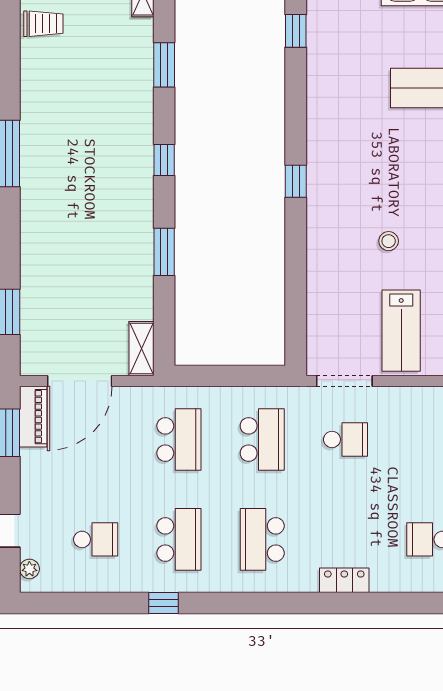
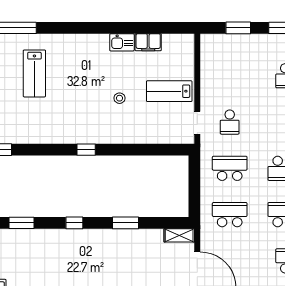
lab bench: (401, 331) -> (169, 91), turned 180
doorway: (344, 381) -> (197, 123), width x0.73
school desk: (346, 439) -> (230, 122), turned 180

